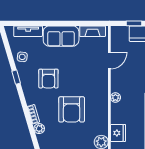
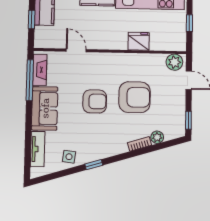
window: (84, 23) -> (30, 80), added
armchair: (48, 79) -> (95, 101), moved
plant: (115, 97) -> (121, 44), removed
fridge: (118, 133) -> (139, 41), moved

